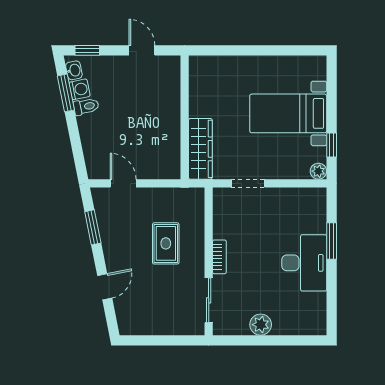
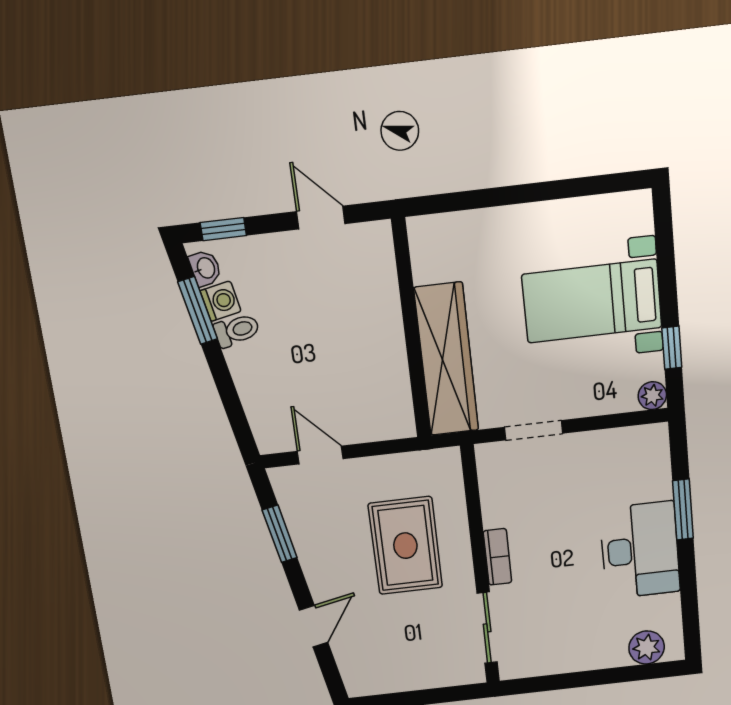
wardrobe: (200, 149) -> (446, 359), width x1.40, depth x1.17
rug: (166, 243) -> (405, 546), width x1.36, depth x1.43
plant: (261, 325) -> (647, 647), moved

